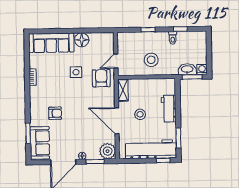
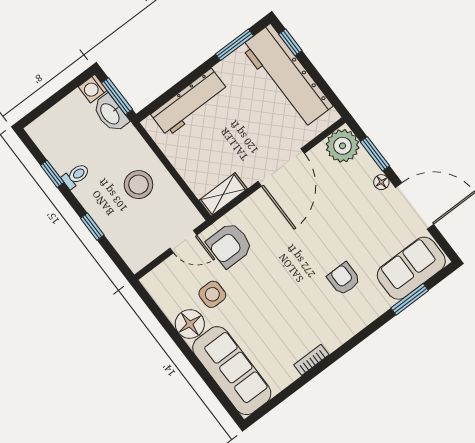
side table: (76, 72) -> (212, 294), moved
workbench: (169, 109) -> (189, 103), width x1.38
stool: (140, 114) -> (242, 137), removed

